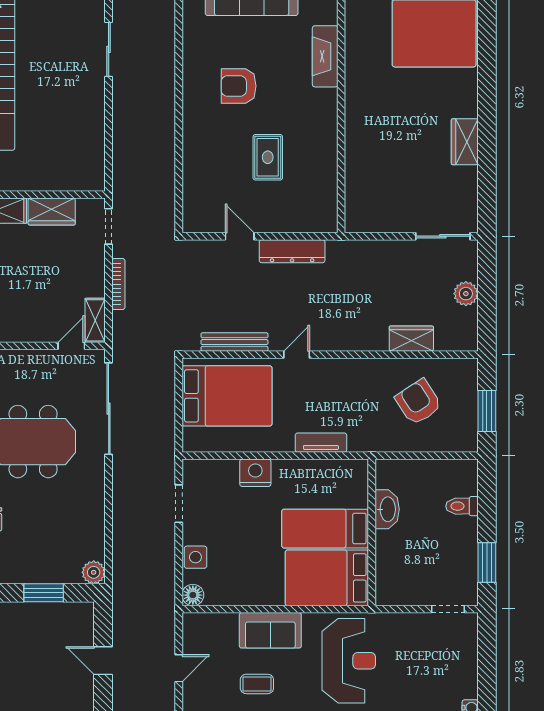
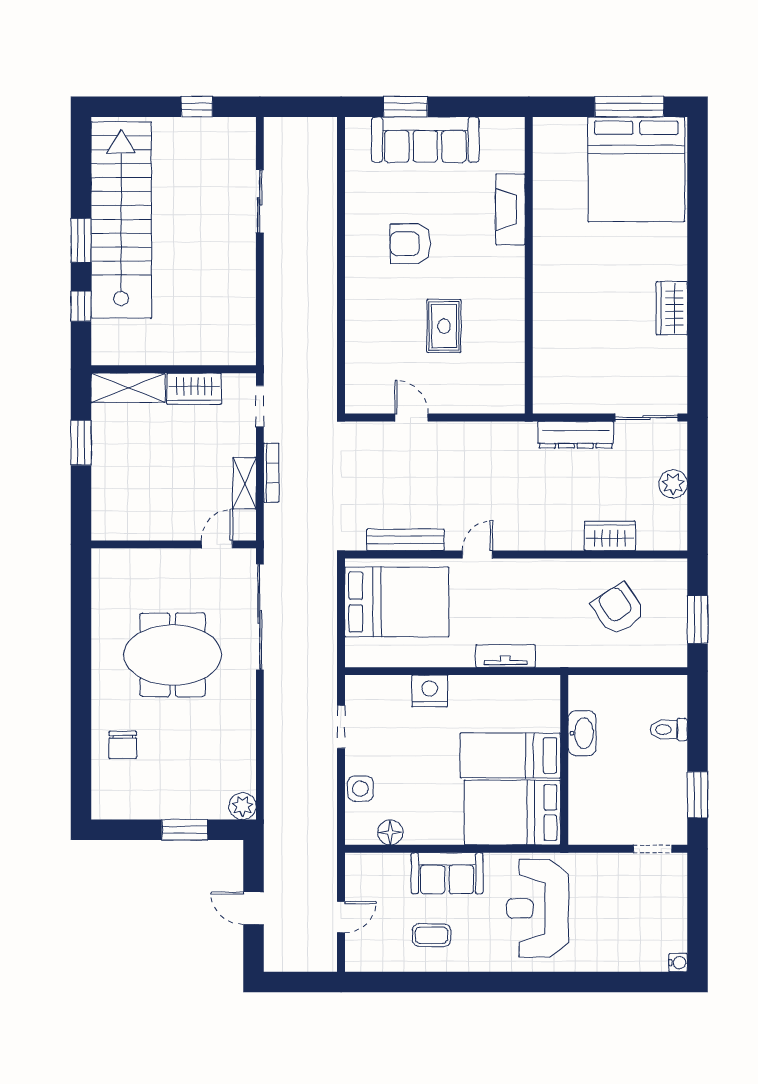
dresser: (292, 251) -> (576, 435), moved
shelving: (95, 320) -> (244, 483), moved
floor lamp: (193, 595) -> (390, 832), moved
reception desk: (349, 661) -> (538, 908), turned 180

